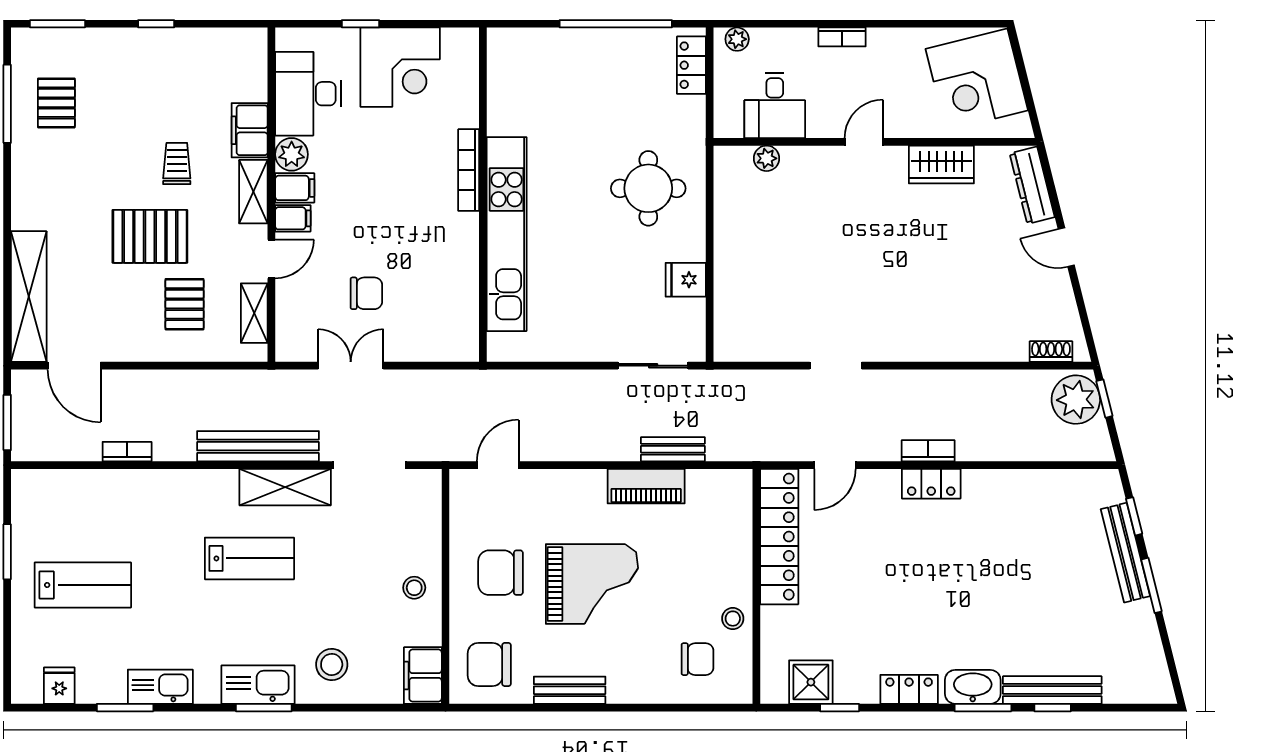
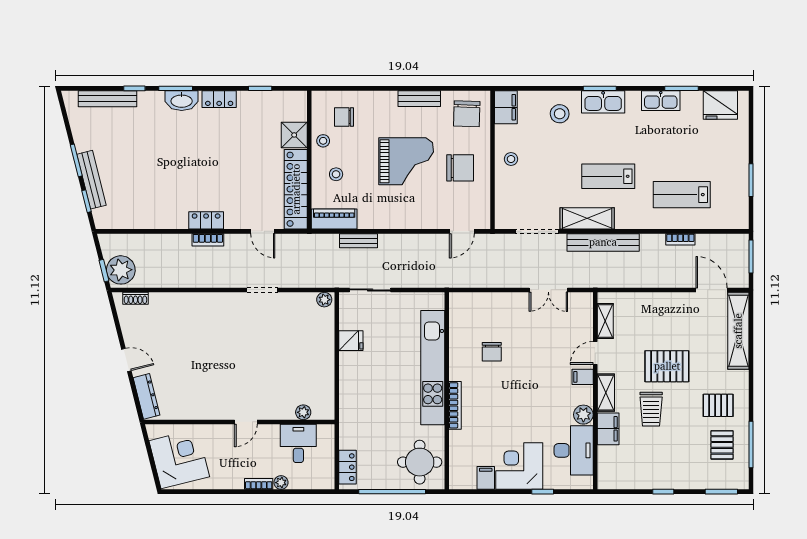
plant: (737, 39) -> (281, 483), moved
trolley: (177, 164) -> (651, 409), width x1.36, depth x1.39
wardrobe: (941, 164) -> (200, 409), removed
bookcase: (469, 170) -> (455, 405), moved
filing cabinet: (295, 188) -> (486, 478), moved, turned 90
round table: (648, 188) -> (420, 462), moved
wall: (483, 195) -> (447, 391), moved
kitchen unit: (507, 234) -> (433, 368), moved
chair: (366, 293) -> (492, 352), moved, turned -90
pallet: (185, 304) -> (718, 405), moved, turned 90
plant: (731, 349) -> (324, 300), added
door: (835, 465) -> (263, 231), swing flipped
piano: (646, 486) -> (334, 219), moved
stool: (711, 562) -> (336, 174), added
grand piano: (592, 584) -> (406, 161), turned 180
lab bench: (83, 585) -> (682, 195), moved
chair: (489, 664) -> (467, 114), turned 92
shower: (811, 682) -> (294, 135), moved
fridge: (59, 686) -> (720, 105), width x1.88, depth x1.34
bench: (1052, 690) -> (108, 99), moved

